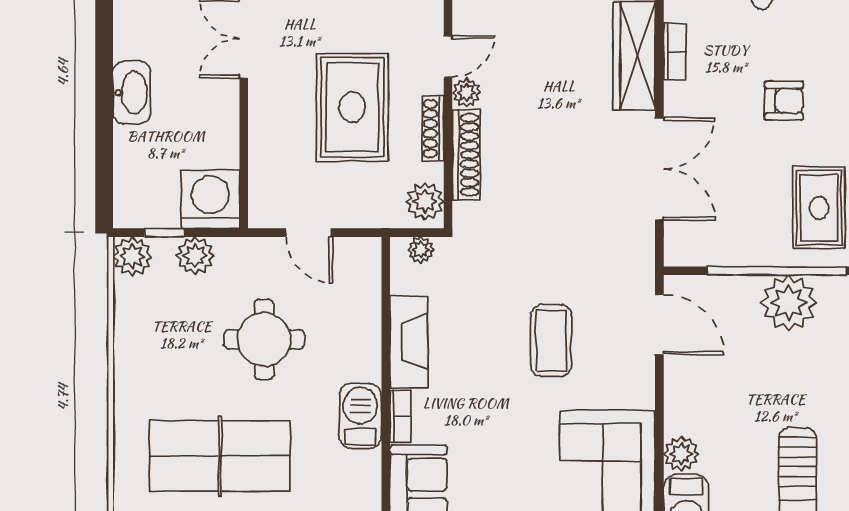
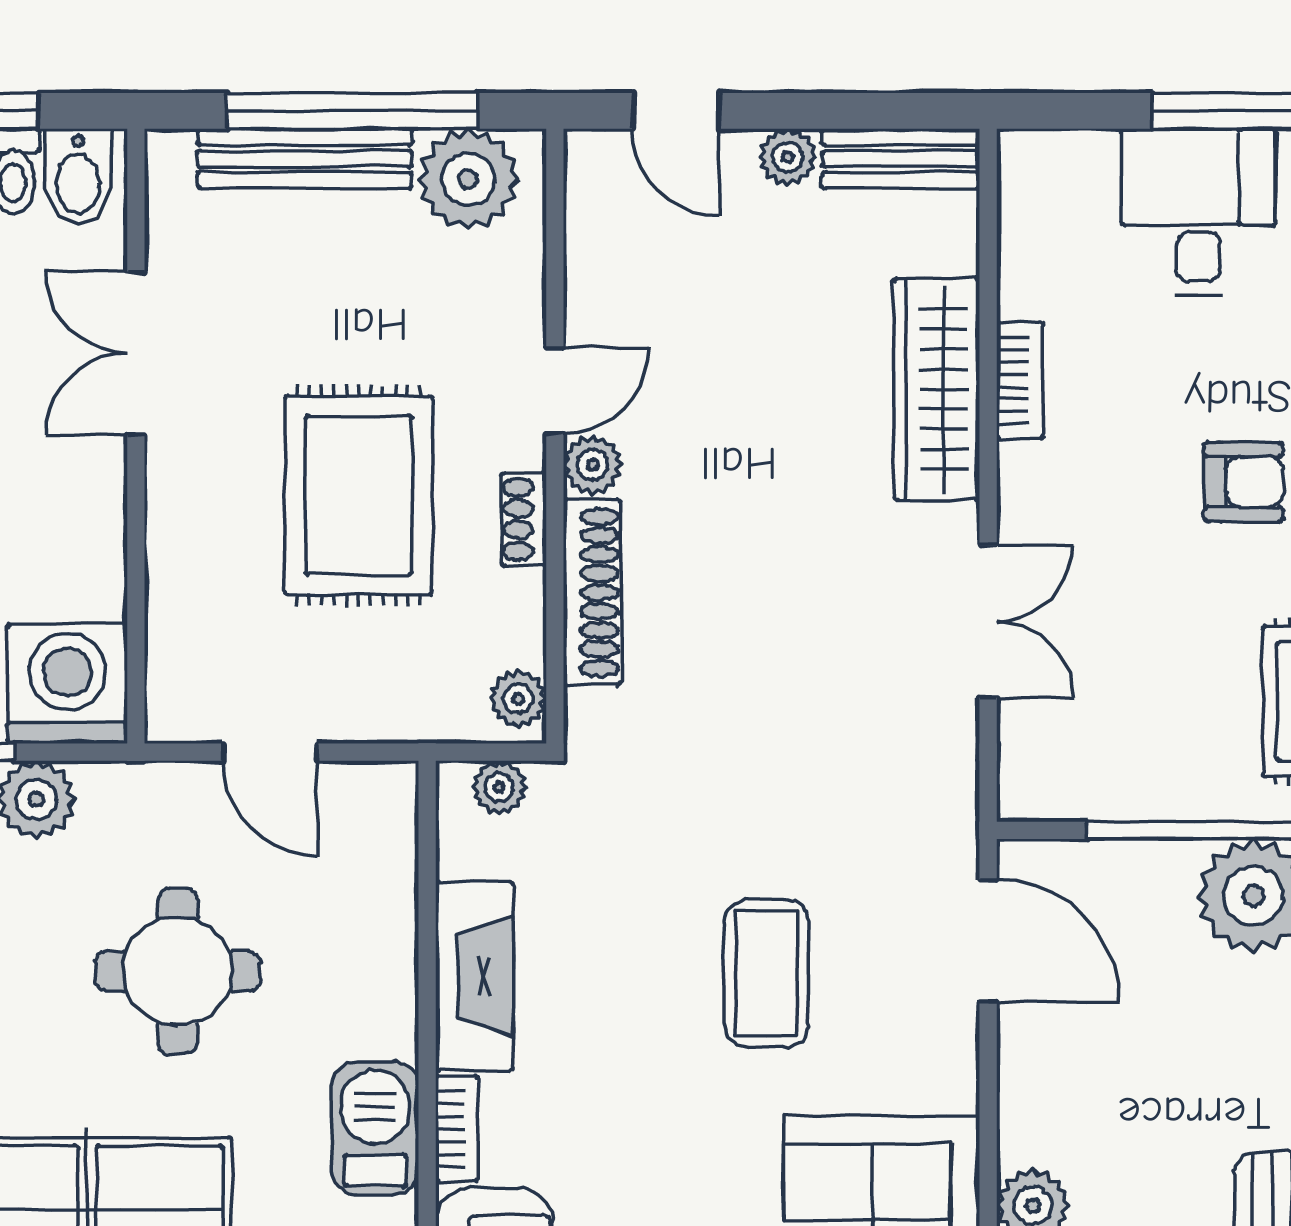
shoe rack: (433, 129) -> (524, 519), width x0.70
double door: (659, 169) -> (988, 621), width x0.73
plant: (425, 201) -> (518, 699), width x0.73, depth x0.73

